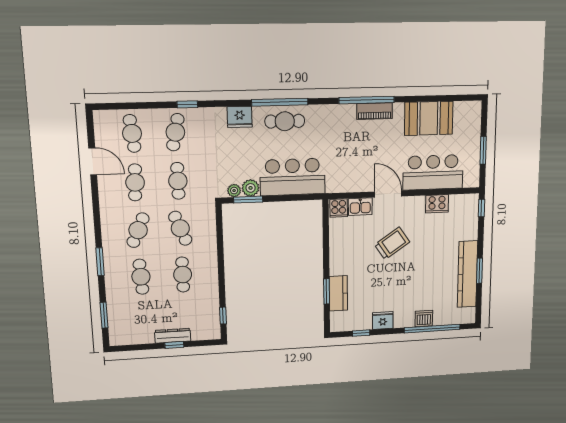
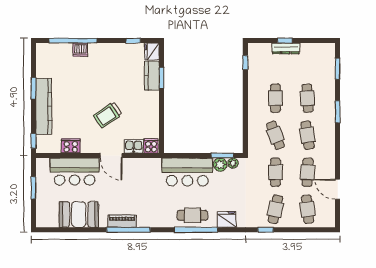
cafe table: (138, 230) -> (308, 135), turned -33
kitchen counter: (468, 274) -> (44, 106), moved
fridge: (383, 320) -> (152, 52), moved, turned 90

